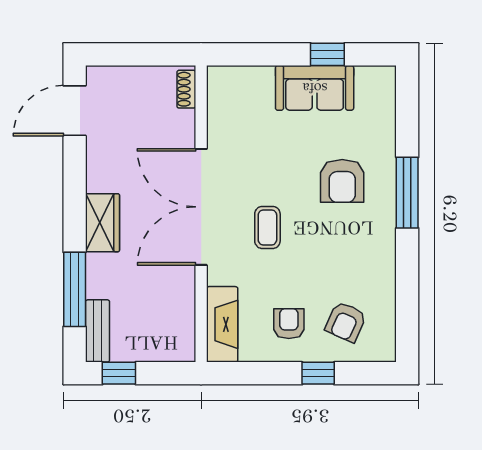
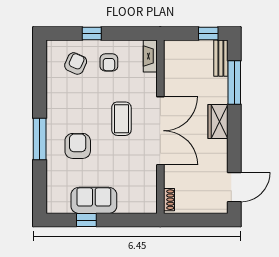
coffee table: (267, 227) -> (121, 119), width x1.36, depth x1.30
fireplace: (222, 324) -> (150, 56), width x0.73, depth x0.76

